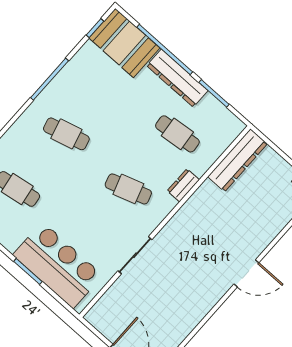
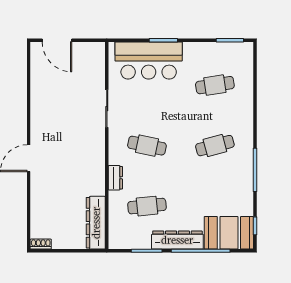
cafe table: (128, 189) -> (147, 146), turned 30

